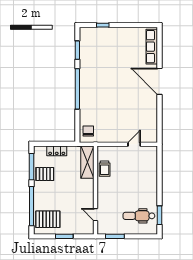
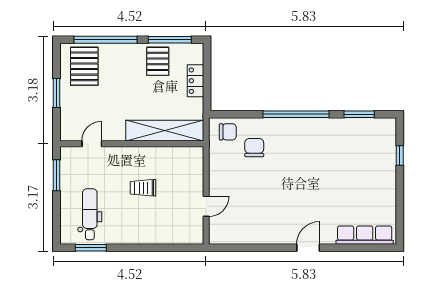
door: (160, 81) -> (308, 248), width x0.53
chair: (98, 115) -> (254, 148), added
door: (134, 144) -> (206, 206), hinge flipped
shelving: (87, 162) -> (165, 131), width x1.47
trolley: (105, 169) -> (143, 188), moved

